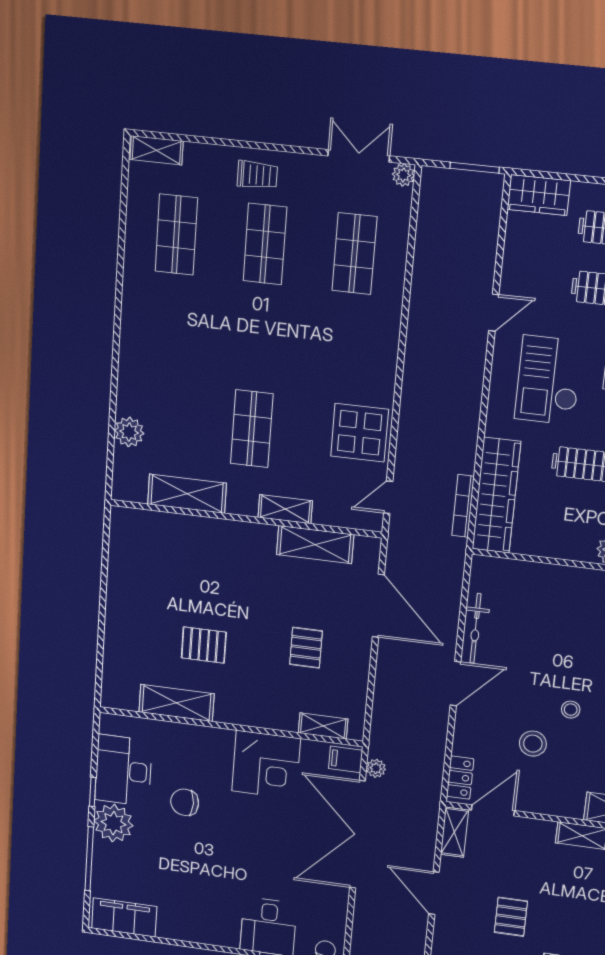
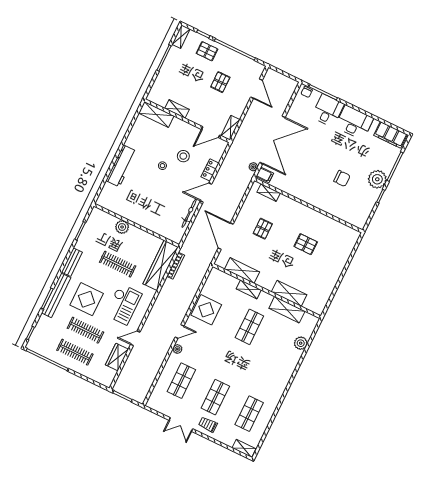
double door: (359, 156) -> (181, 425), moved
plant: (403, 175) -> (177, 349), moved
wardrobe: (539, 195) -> (117, 357), moved, turned -90
door: (388, 497) -> (179, 331), moved
shelving: (177, 703) -> (289, 293), moved
corner desk: (266, 765) -> (300, 184), removed
desk: (124, 770) -> (354, 123), moved, turned -90
locker: (460, 778) -> (210, 170), moved
door: (434, 893) -> (256, 89), moved

